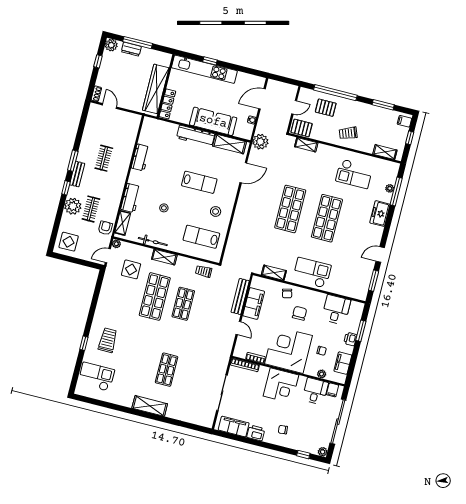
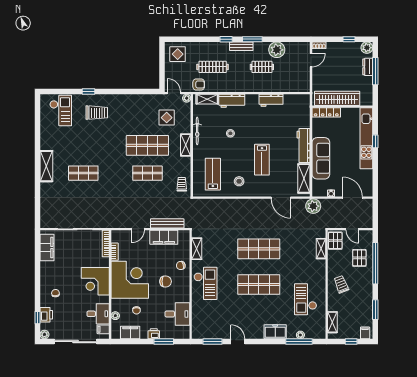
plant: (73, 206) -> (277, 50), moved
clothes rail: (91, 209) -> (213, 67), width x1.36
printer: (256, 433) -> (46, 315), moved

